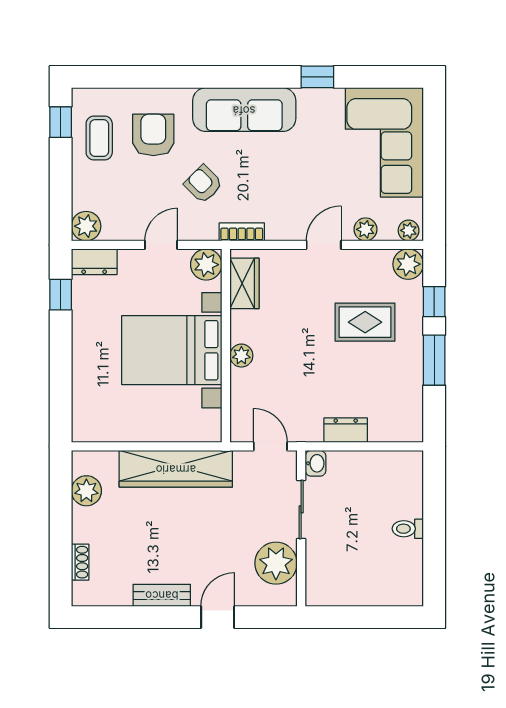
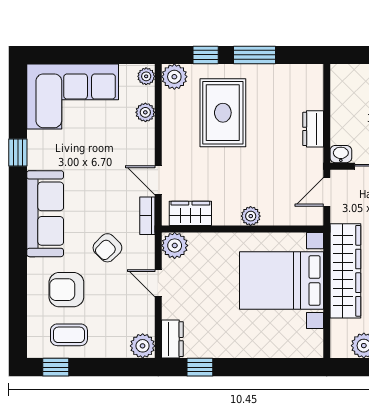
door: (324, 245) -> (158, 180), moved
rug: (365, 322) -> (223, 113), width x1.36, depth x1.43
bed with nightstands: (172, 350) -> (281, 281), moved, turned 90

